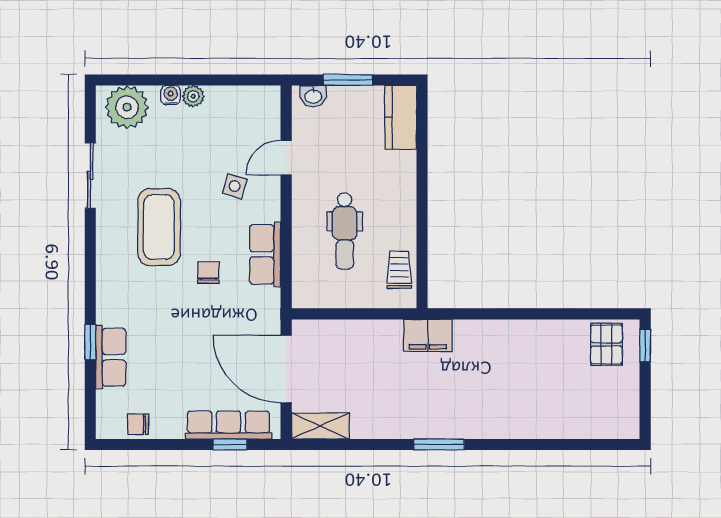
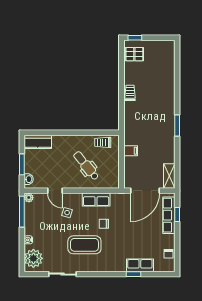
window: (237, 80) -> (22, 212), added
plant: (193, 96) -> (29, 198), moved
dental chair: (345, 231) -> (86, 166), turned -129
trolley: (516, 334) -> (130, 93), added
filing cabinet: (428, 335) -> (131, 151), moved, width x0.50

